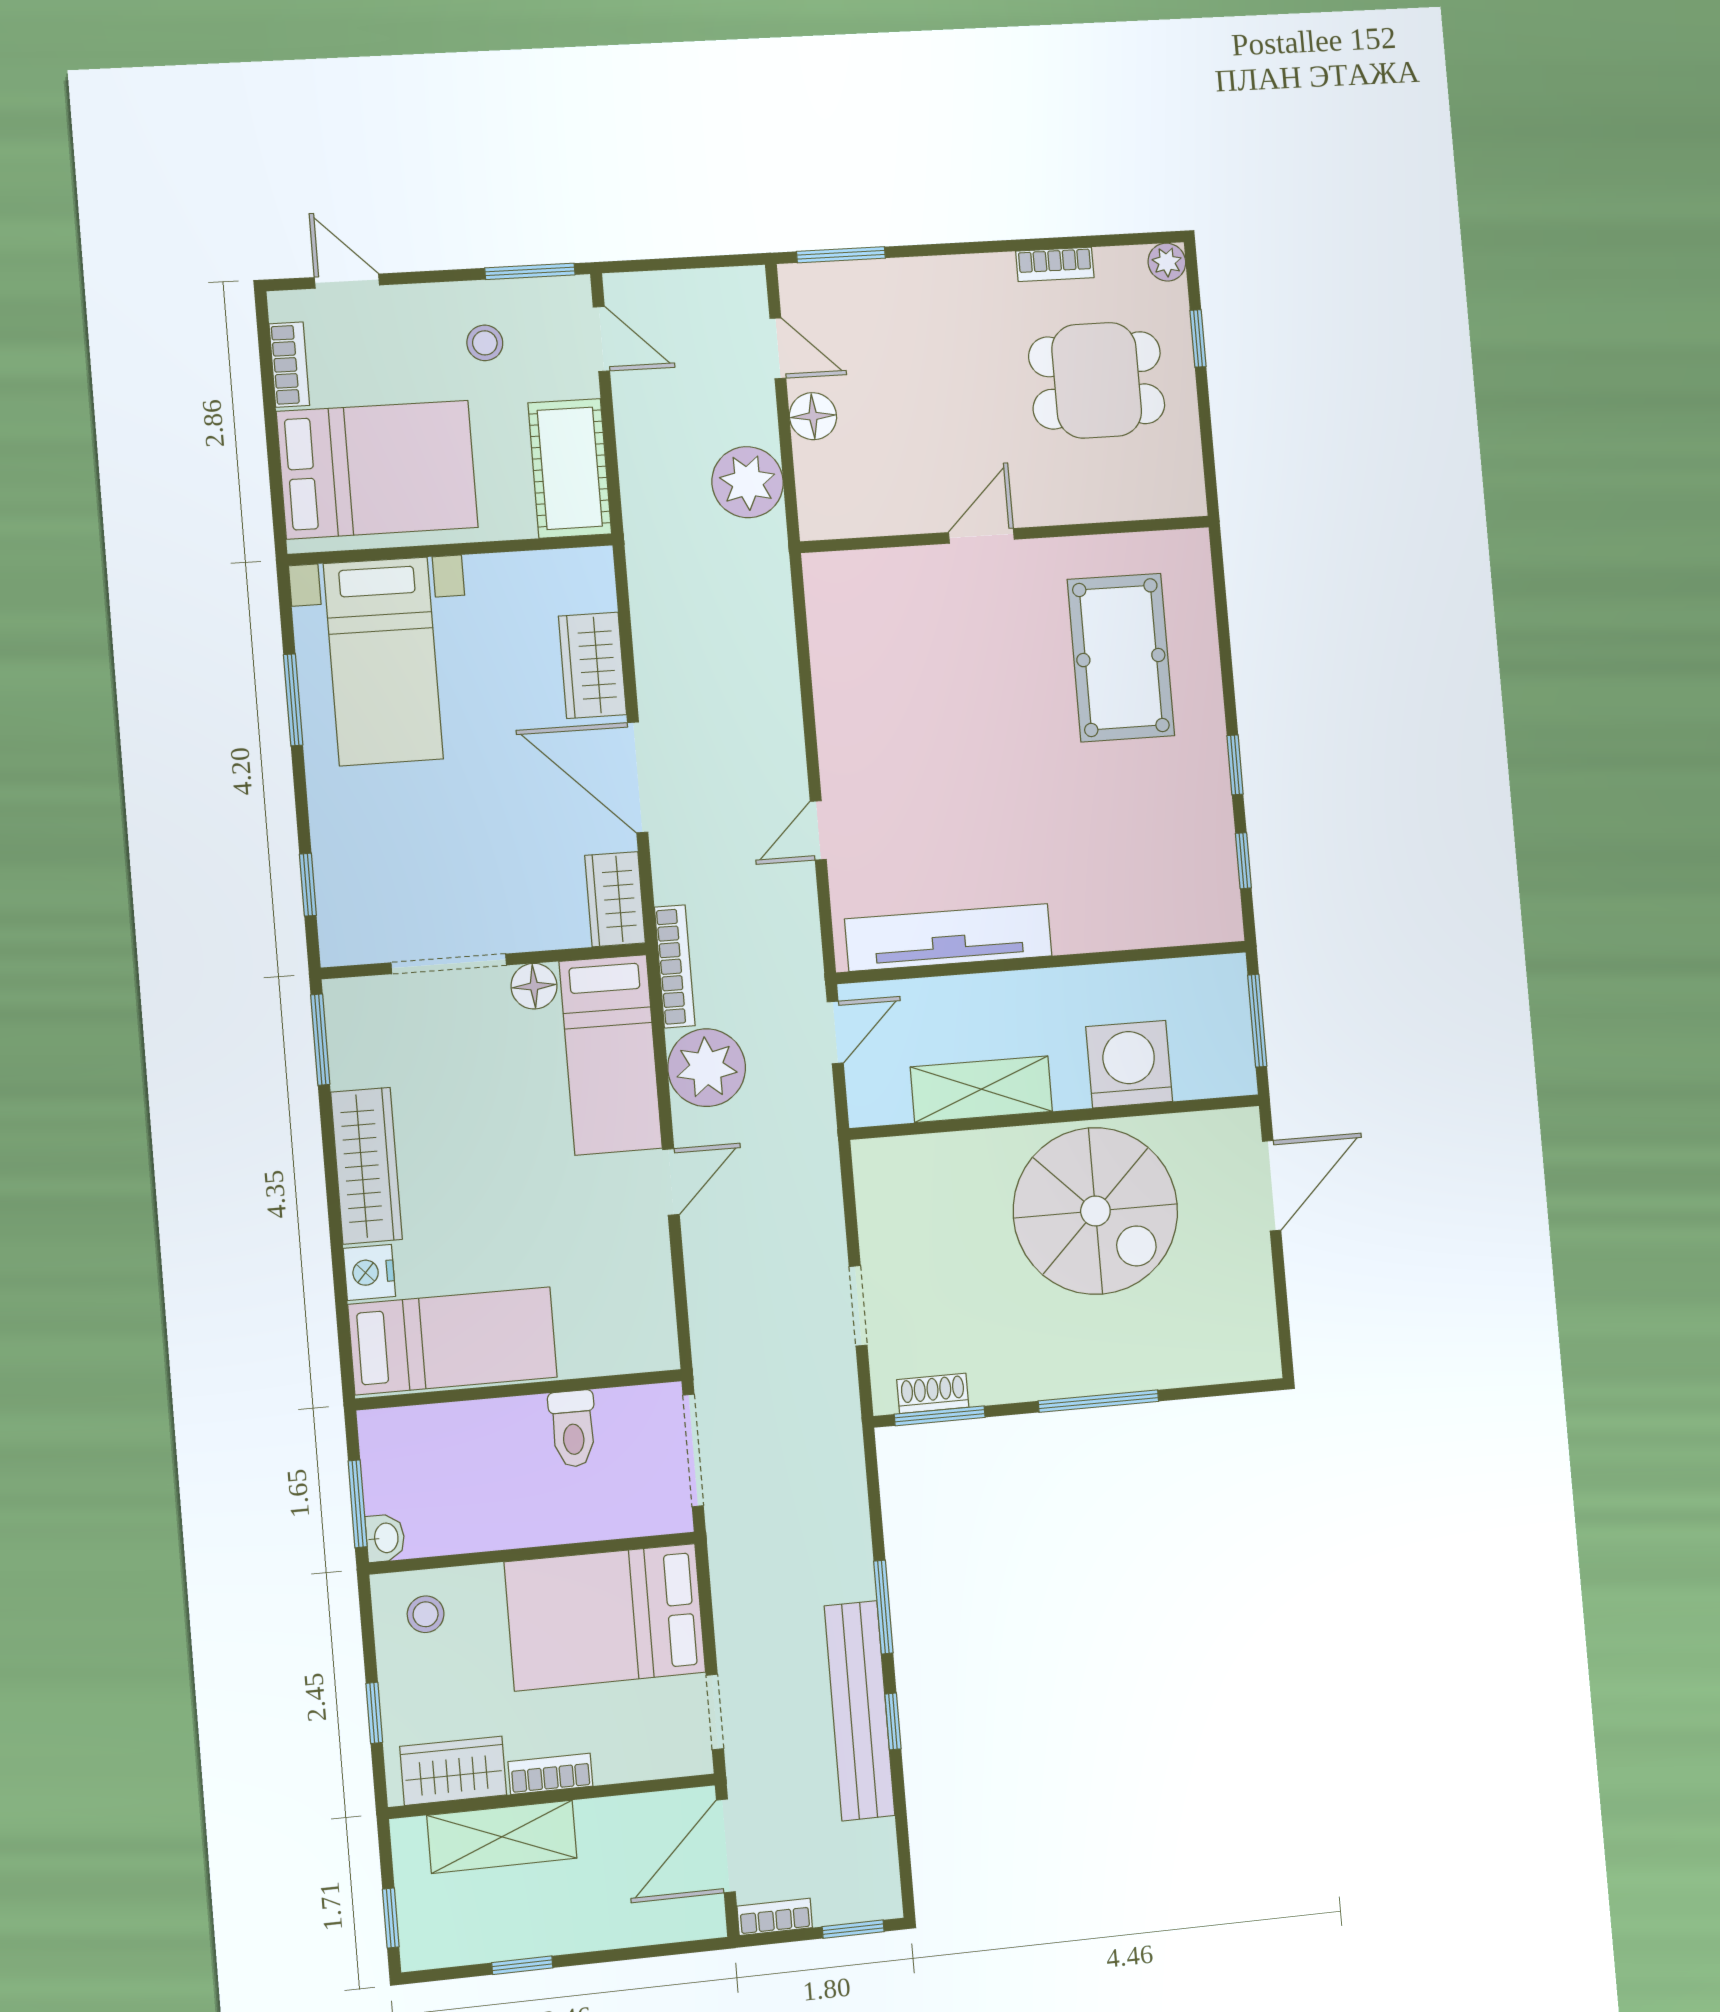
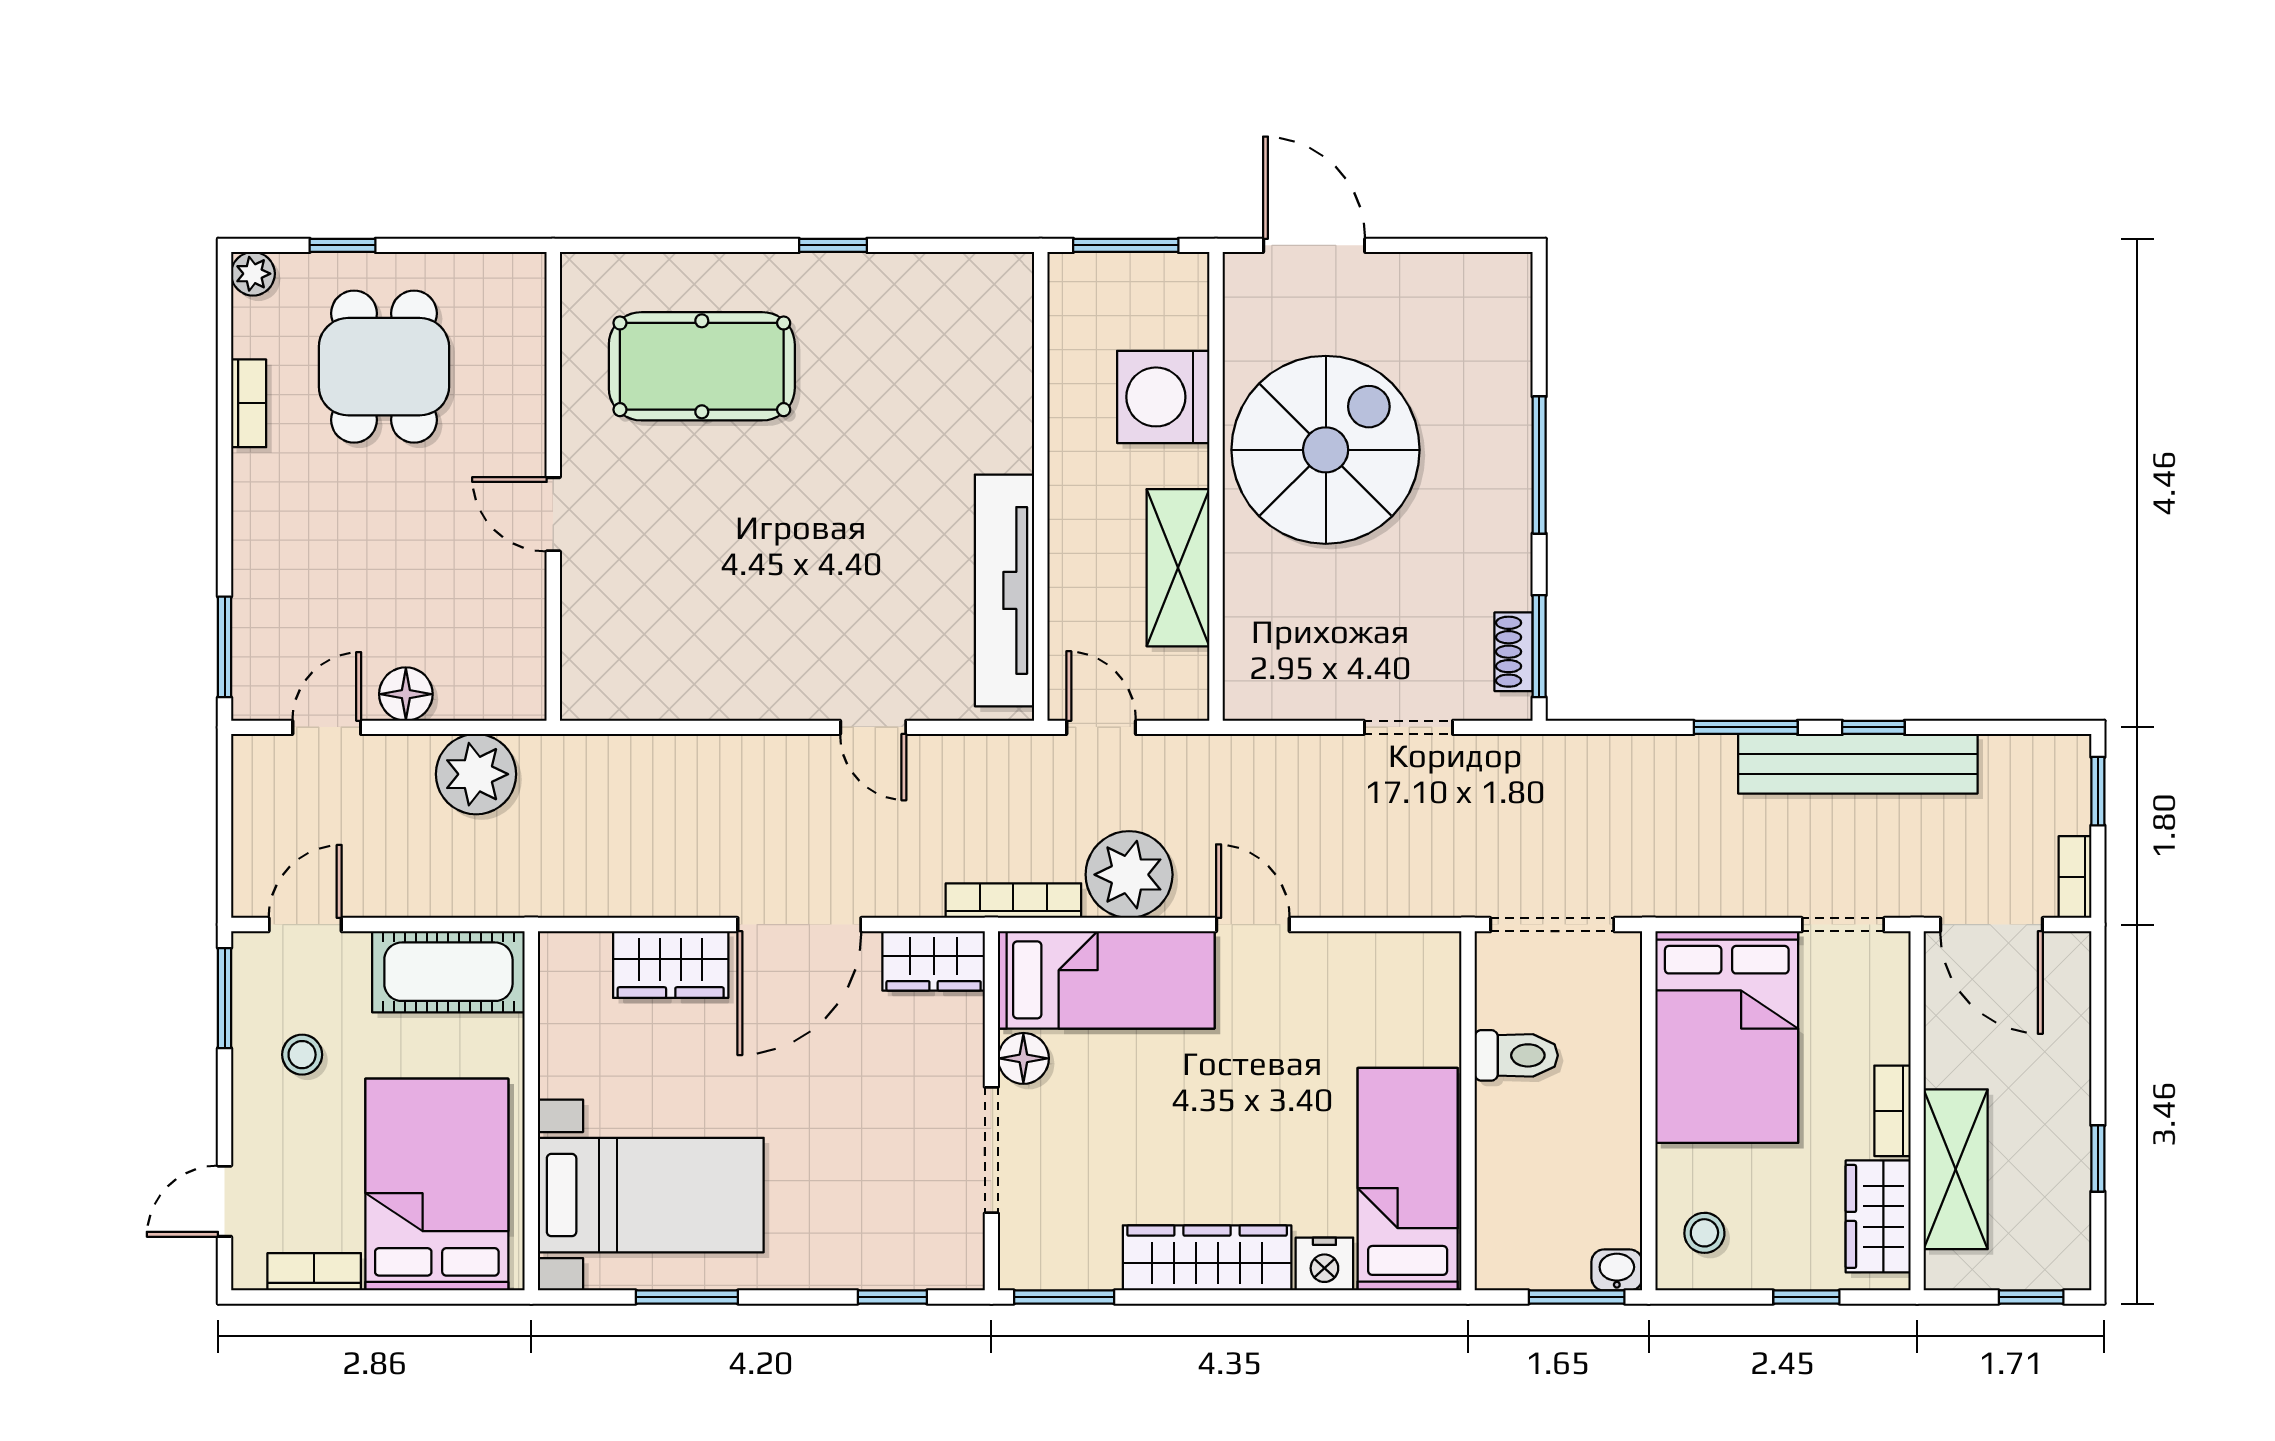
window: (1243, 861) -> (943, 245), removed

